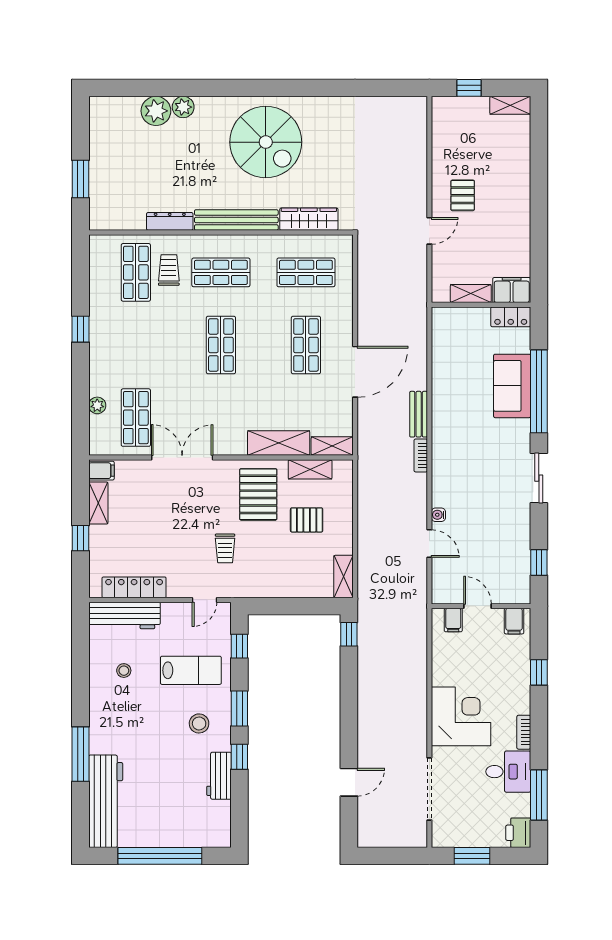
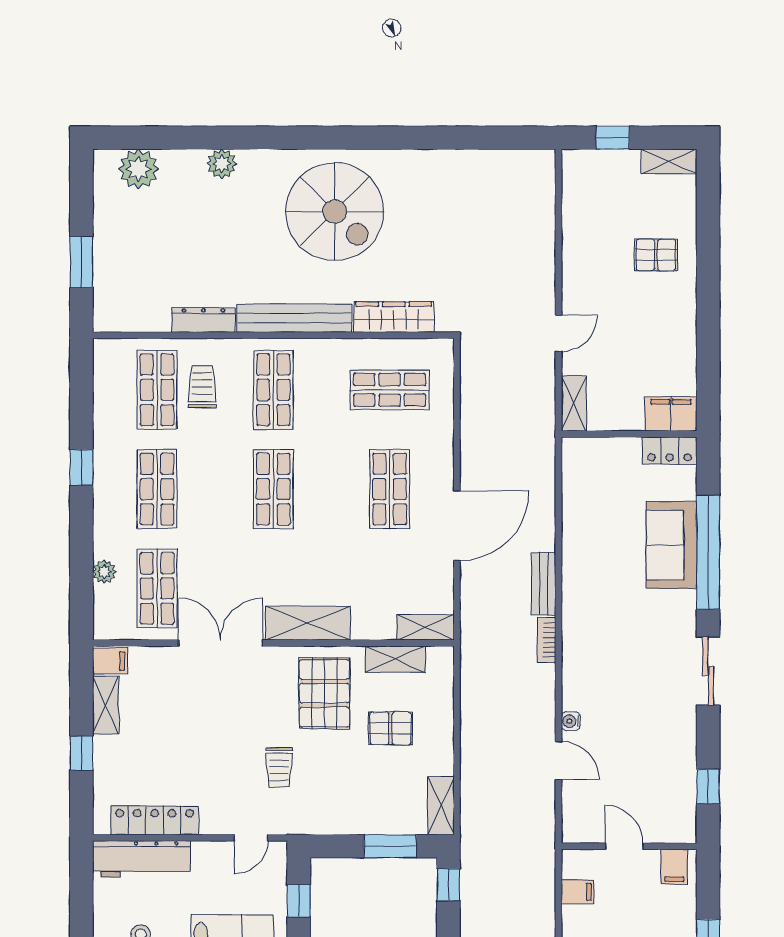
plant: (156, 111) -> (139, 169), moved
pallet: (463, 195) -> (656, 255), moved, turned 90
shop shelf: (221, 272) -> (273, 390), turned 90
shelving: (471, 294) -> (574, 403), moved, turned 90
shop shelf: (136, 345) -> (157, 489), added
shelving: (279, 443) -> (308, 623), moved
window: (306, 606) -> (390, 846), added
filing cabinet: (453, 620) -> (578, 892), moved, turned -90

